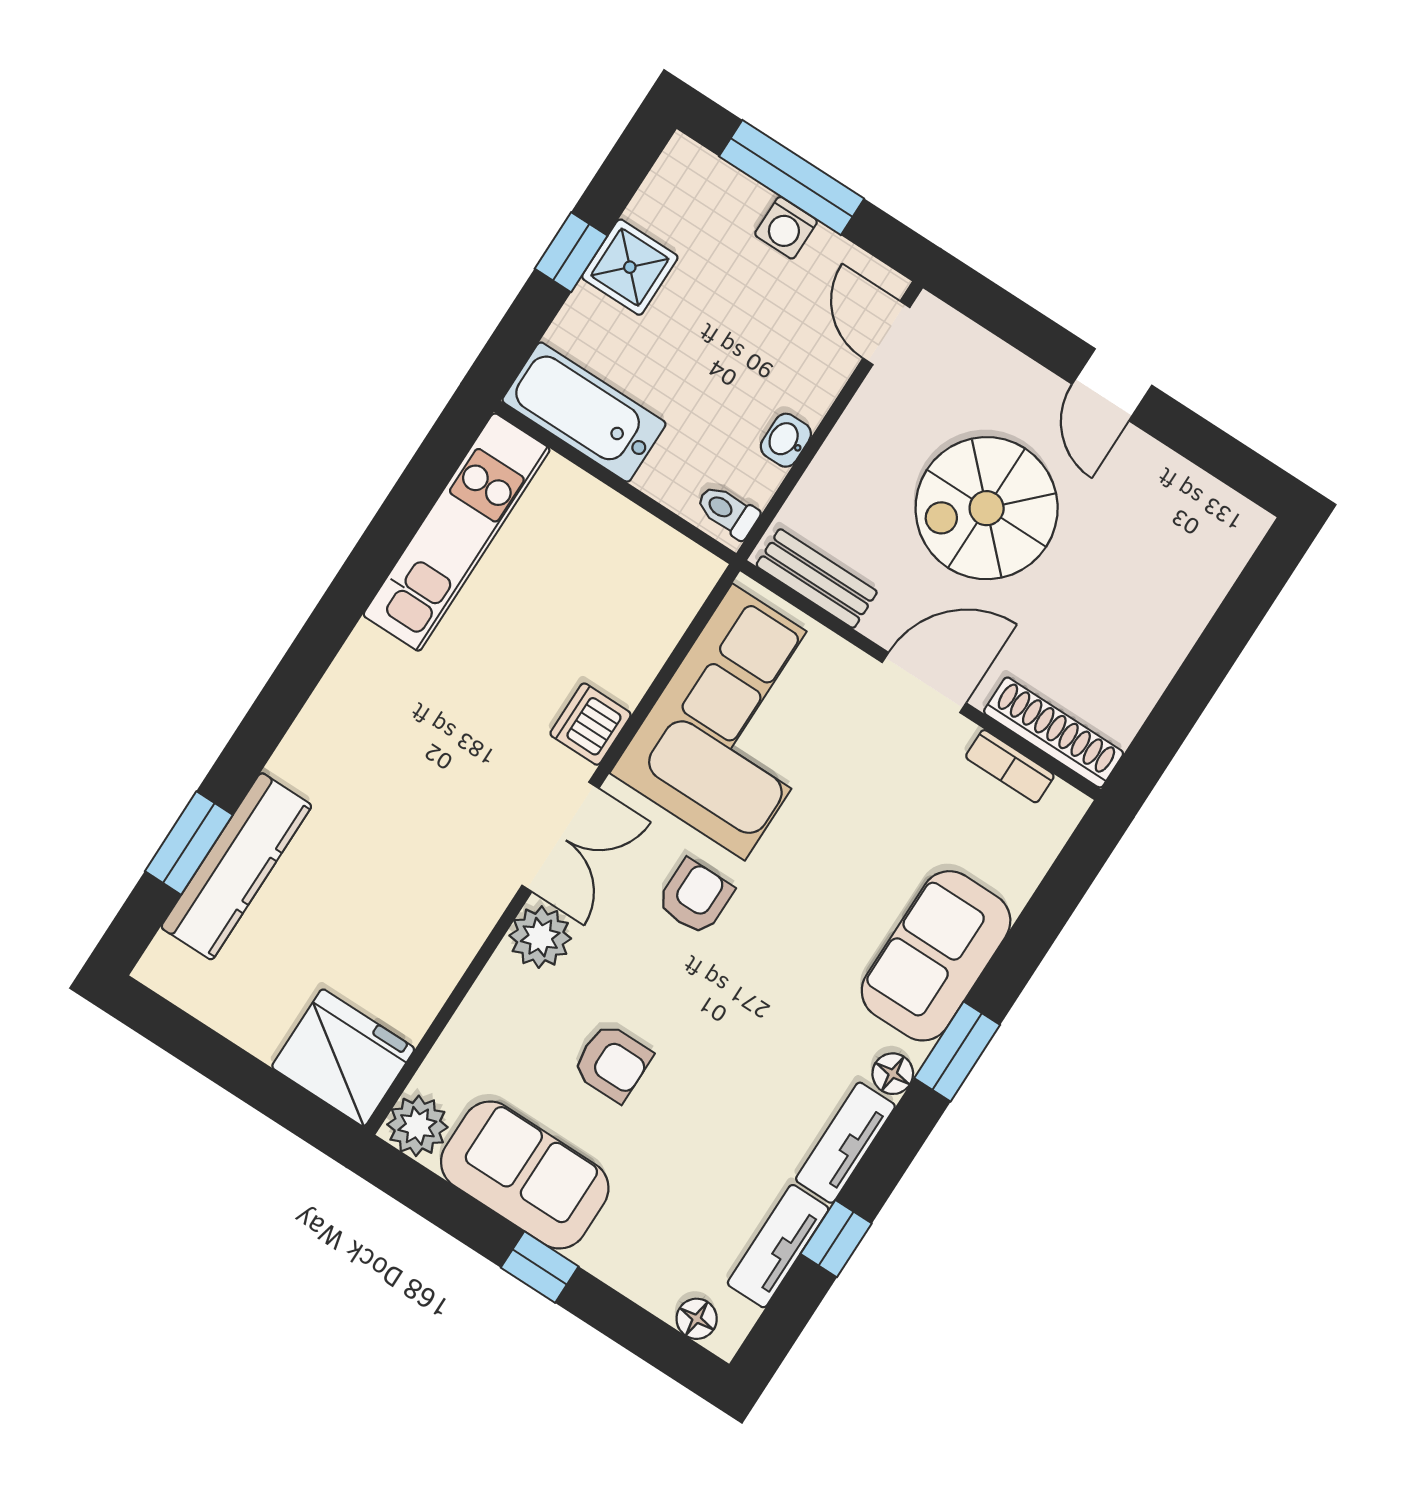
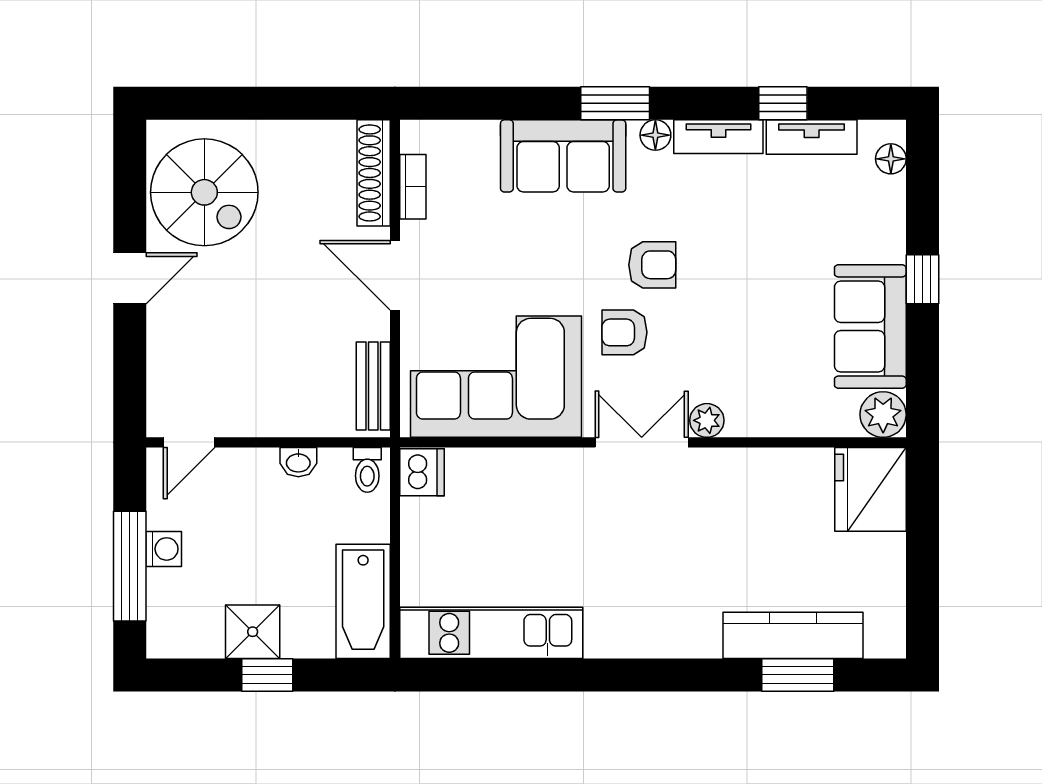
spiral stairs: (987, 508) -> (204, 192), moved
dishwasher: (591, 724) -> (422, 472), moved, turned -90
plant: (540, 937) -> (707, 420), width x0.73, depth x0.73
armchair: (612, 1063) -> (652, 265), moved, turned 90

